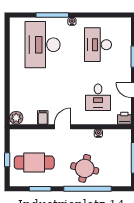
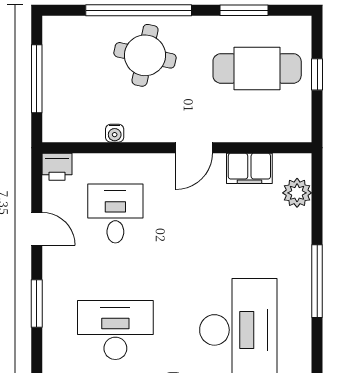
desk: (98, 45) -> (115, 330), turned -90
window: (7, 67) -> (317, 281), added
plant: (16, 118) -> (297, 193), moved
filing cabinet: (43, 118) -> (249, 168), width x2.00

